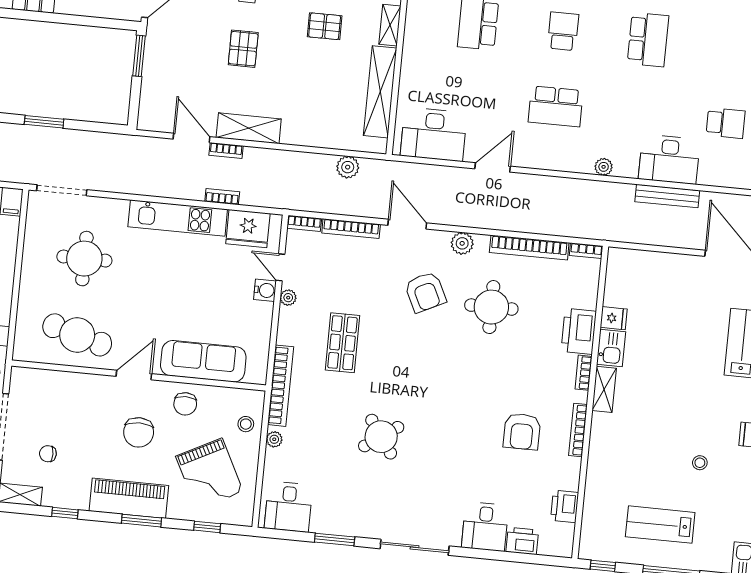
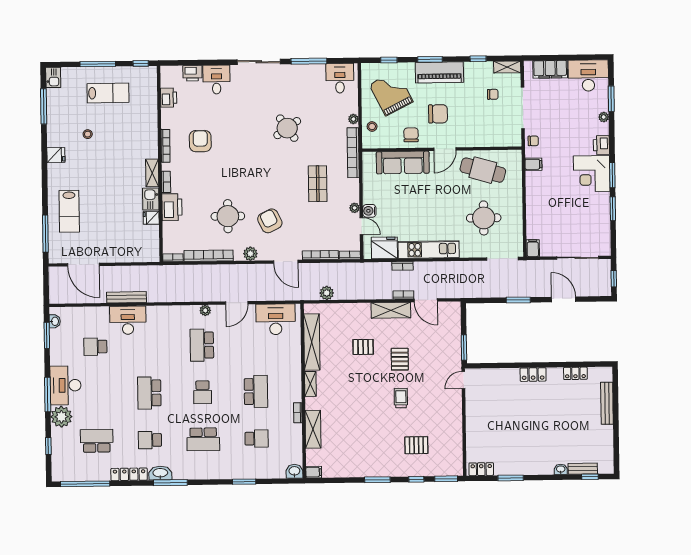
pallet: (325, 26) -> (363, 347), moved
school desk: (556, 106) -> (202, 345), turned -90
plant: (604, 167) -> (205, 310), moved
chair: (139, 432) -> (438, 114), turned 90
window: (335, 539) -> (309, 61), width x1.44

